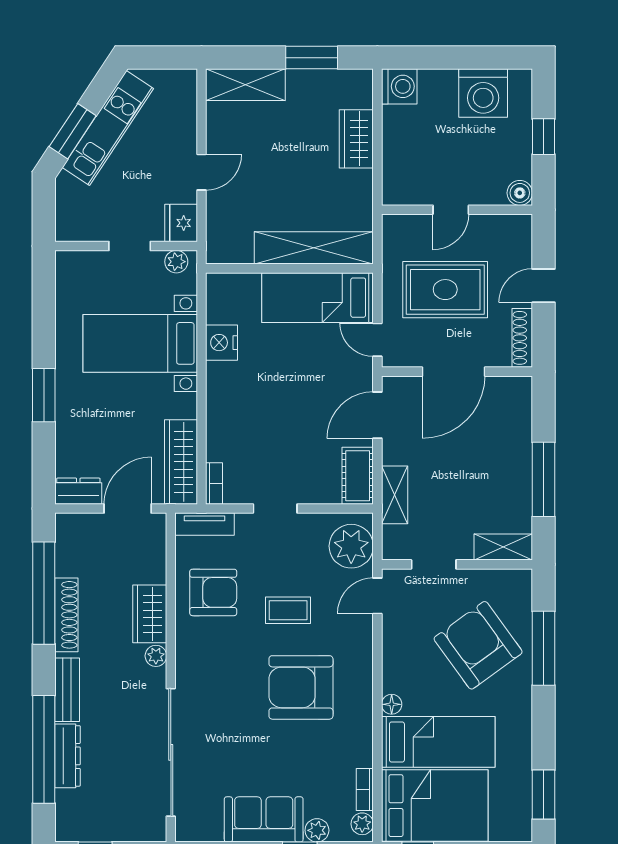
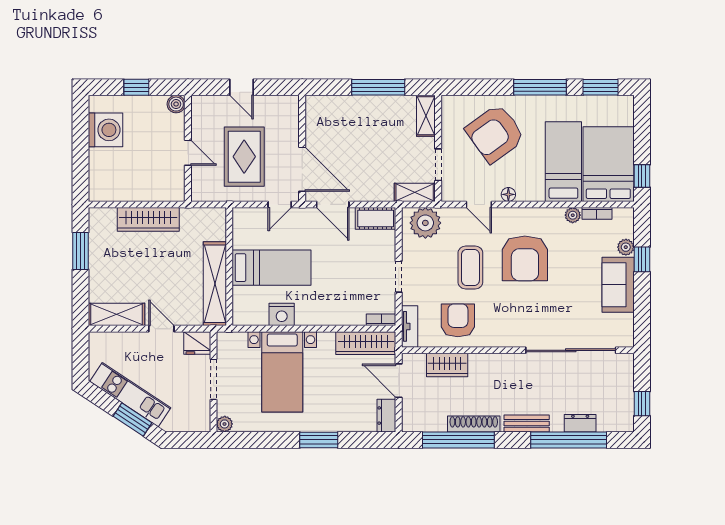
shelving: (245, 85) -> (116, 314), moved, turned 90
washing machine: (399, 86) -> (101, 189), removed
wardrobe: (356, 139) -> (148, 219), width x1.50
doorway: (130, 246) -> (214, 379), width x1.38
shelving: (314, 248) -> (215, 284), moved
plant: (176, 262) -> (225, 424), moved
bed: (318, 298) -> (272, 268), moved, turned -90
shoe rack: (522, 338) -> (278, 102), removed
door: (453, 372) -> (302, 169), moved
shelving: (395, 495) -> (415, 192), moved
door: (377, 596) -> (479, 204), moved
coffee table: (288, 610) -> (470, 268), width x1.36, depth x1.30
wardrobe: (150, 614) -> (447, 365), moved
window: (544, 648) -> (540, 87), moved
plant: (156, 656) -> (503, 361), removed
floor lamp: (392, 704) -> (508, 194), moved
dresser: (67, 756) -> (580, 423), width x0.70
plant: (362, 824) -> (573, 215), moved

